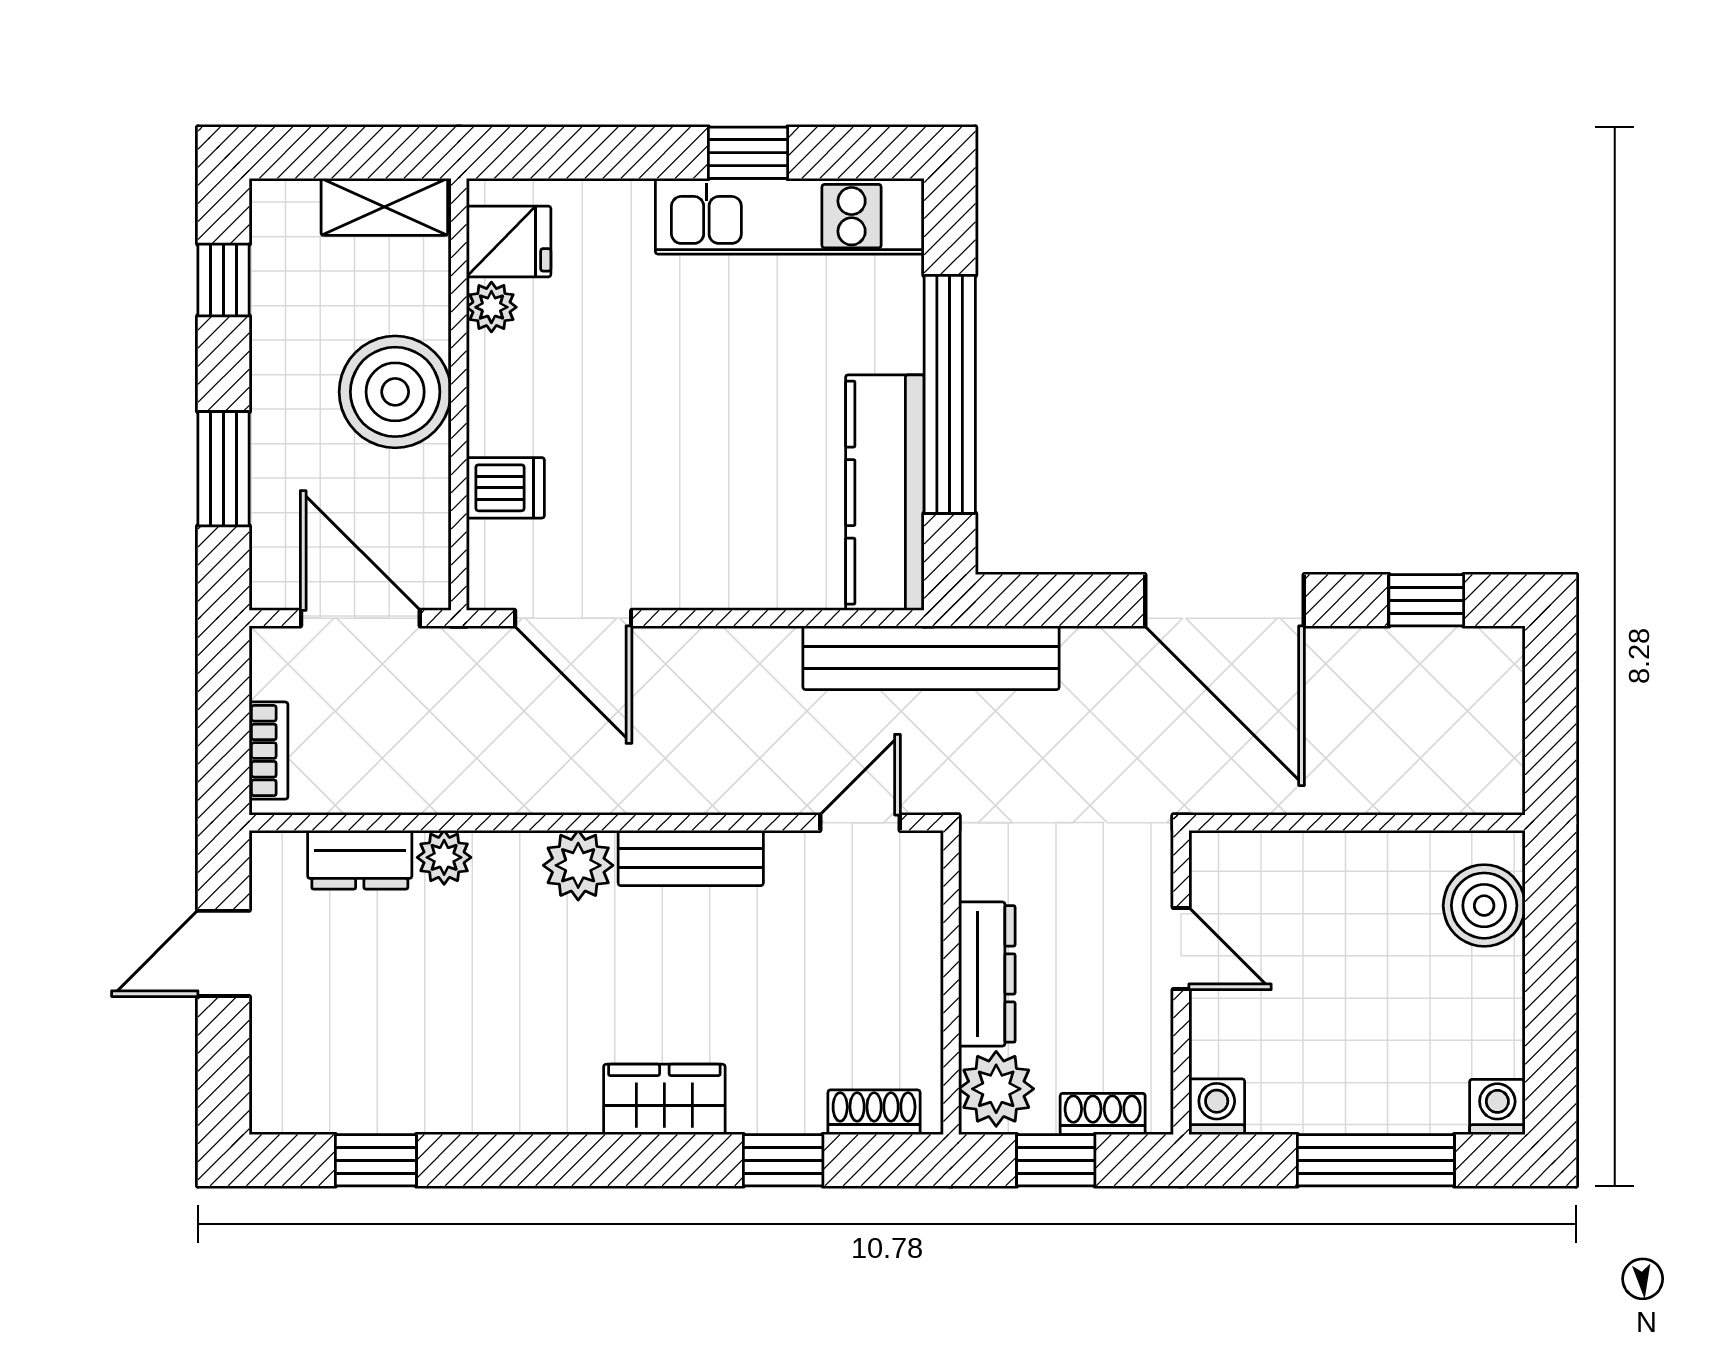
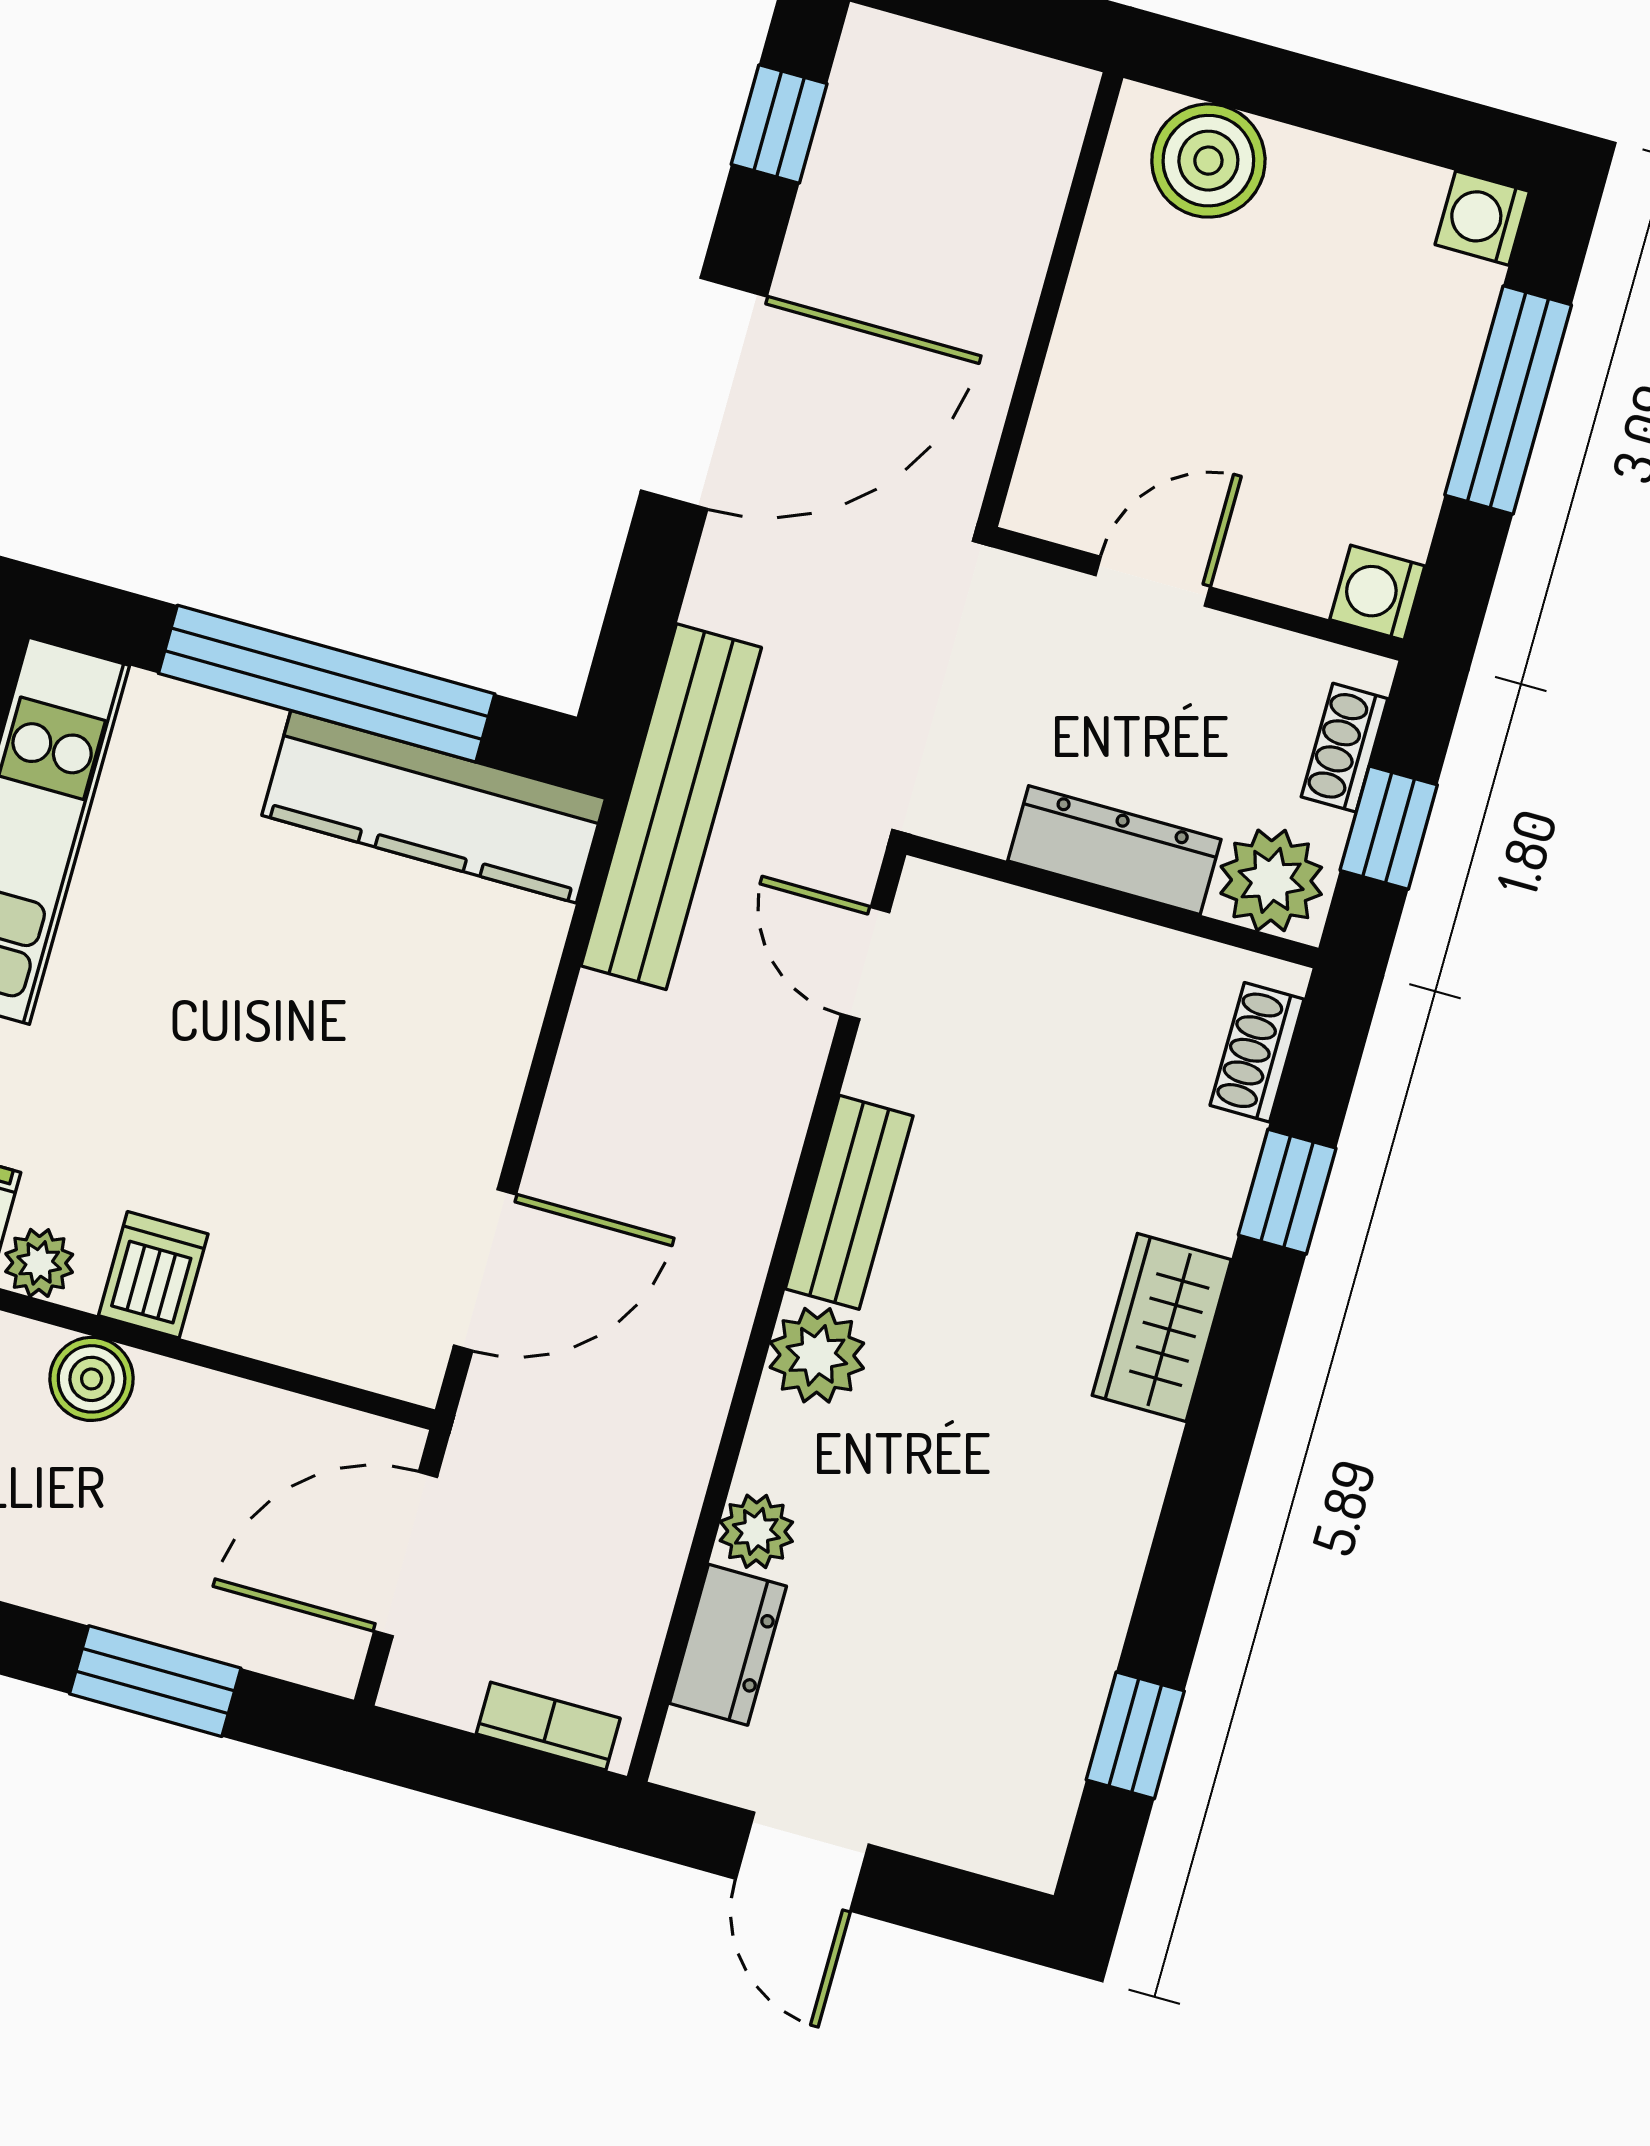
boiler: (395, 392) -> (92, 1379), width x0.54, depth x0.54
dishwasher: (505, 488) -> (153, 1275), moved

